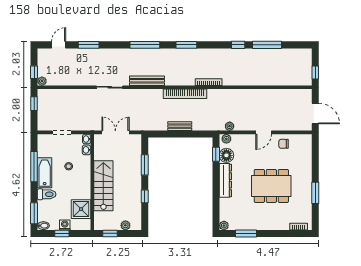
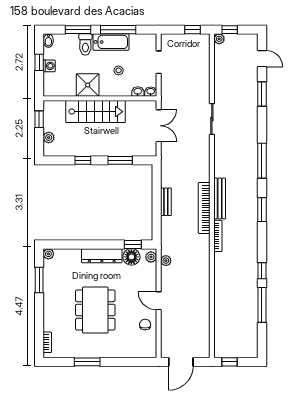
bench: (147, 81) -> (220, 198), moved
shower: (81, 209) -> (88, 85), moved
window: (34, 213) -> (78, 30), moved

